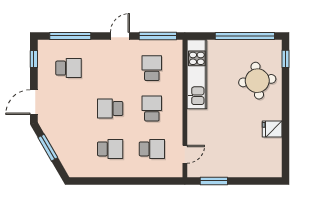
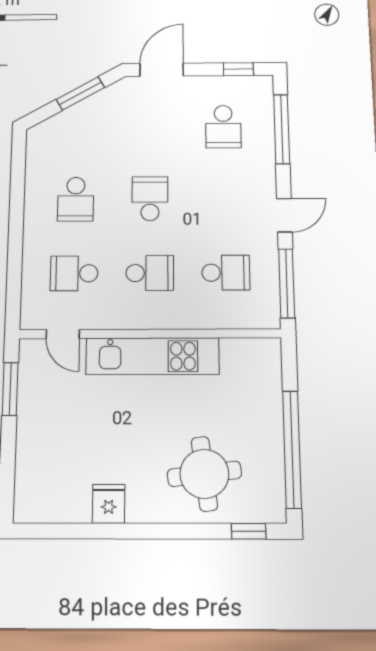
door: (120, 36) -> (284, 215), hinge flipped
kitchen unit: (197, 74) -> (152, 356), moved
door: (34, 102) -> (162, 70), hinge flipped
school desk: (152, 149) -> (74, 273), turned 90

